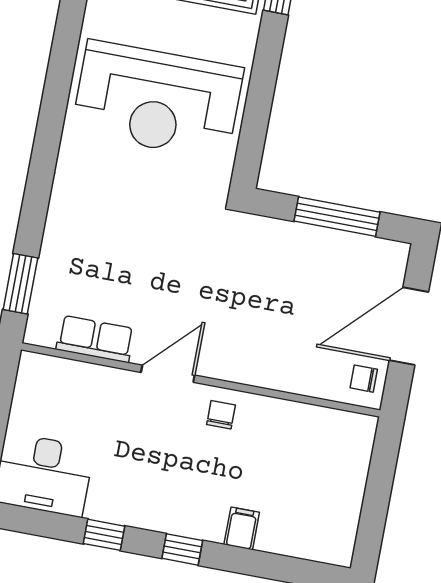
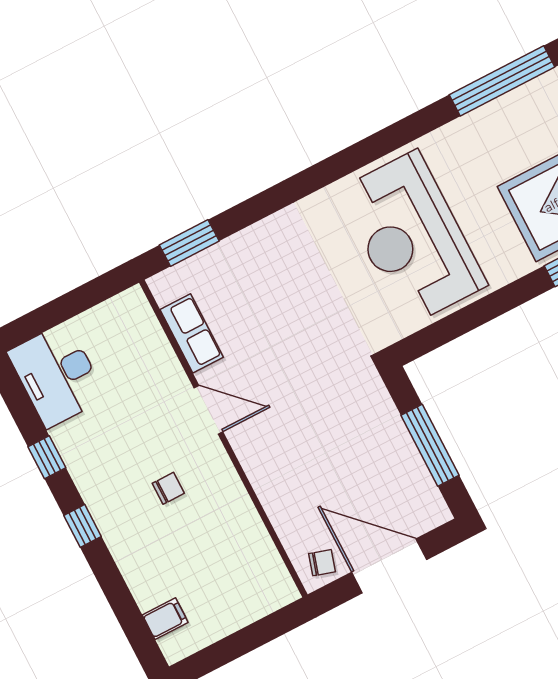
chair: (364, 379) -> (322, 563), turned 107
chair: (221, 415) -> (168, 488), moved
filing cabinet: (242, 528) -> (165, 619), moved

